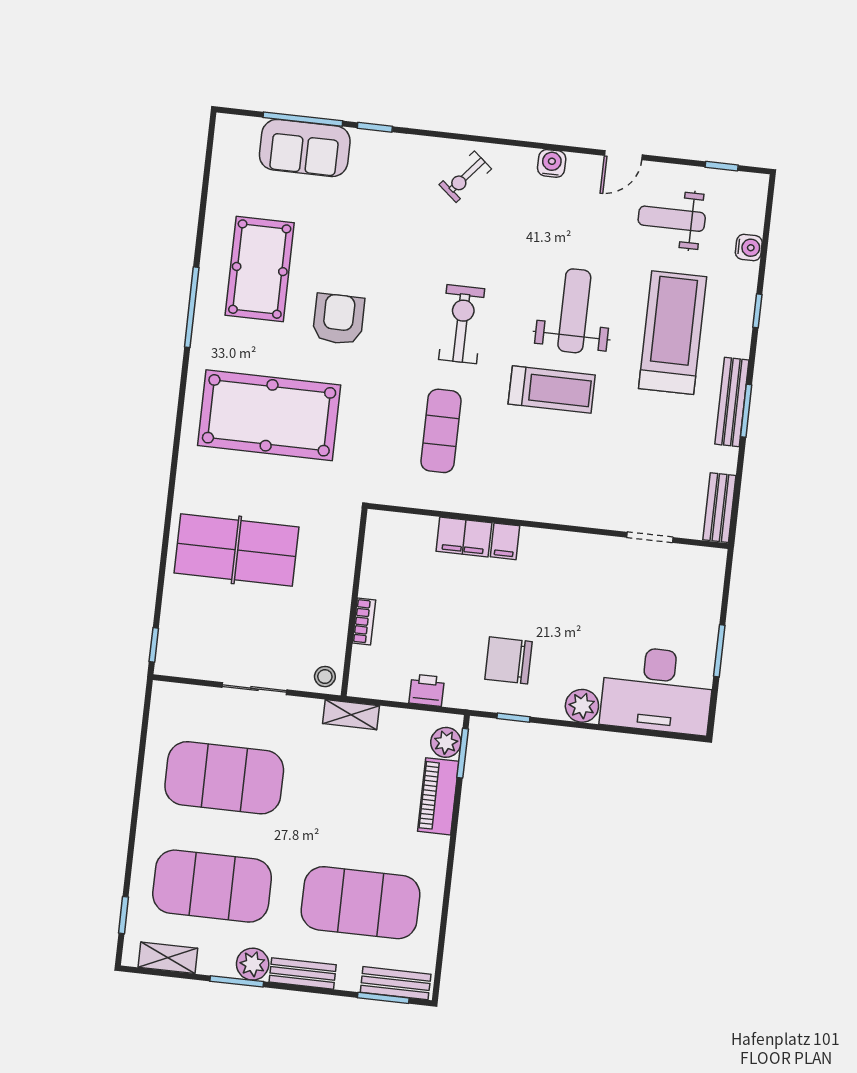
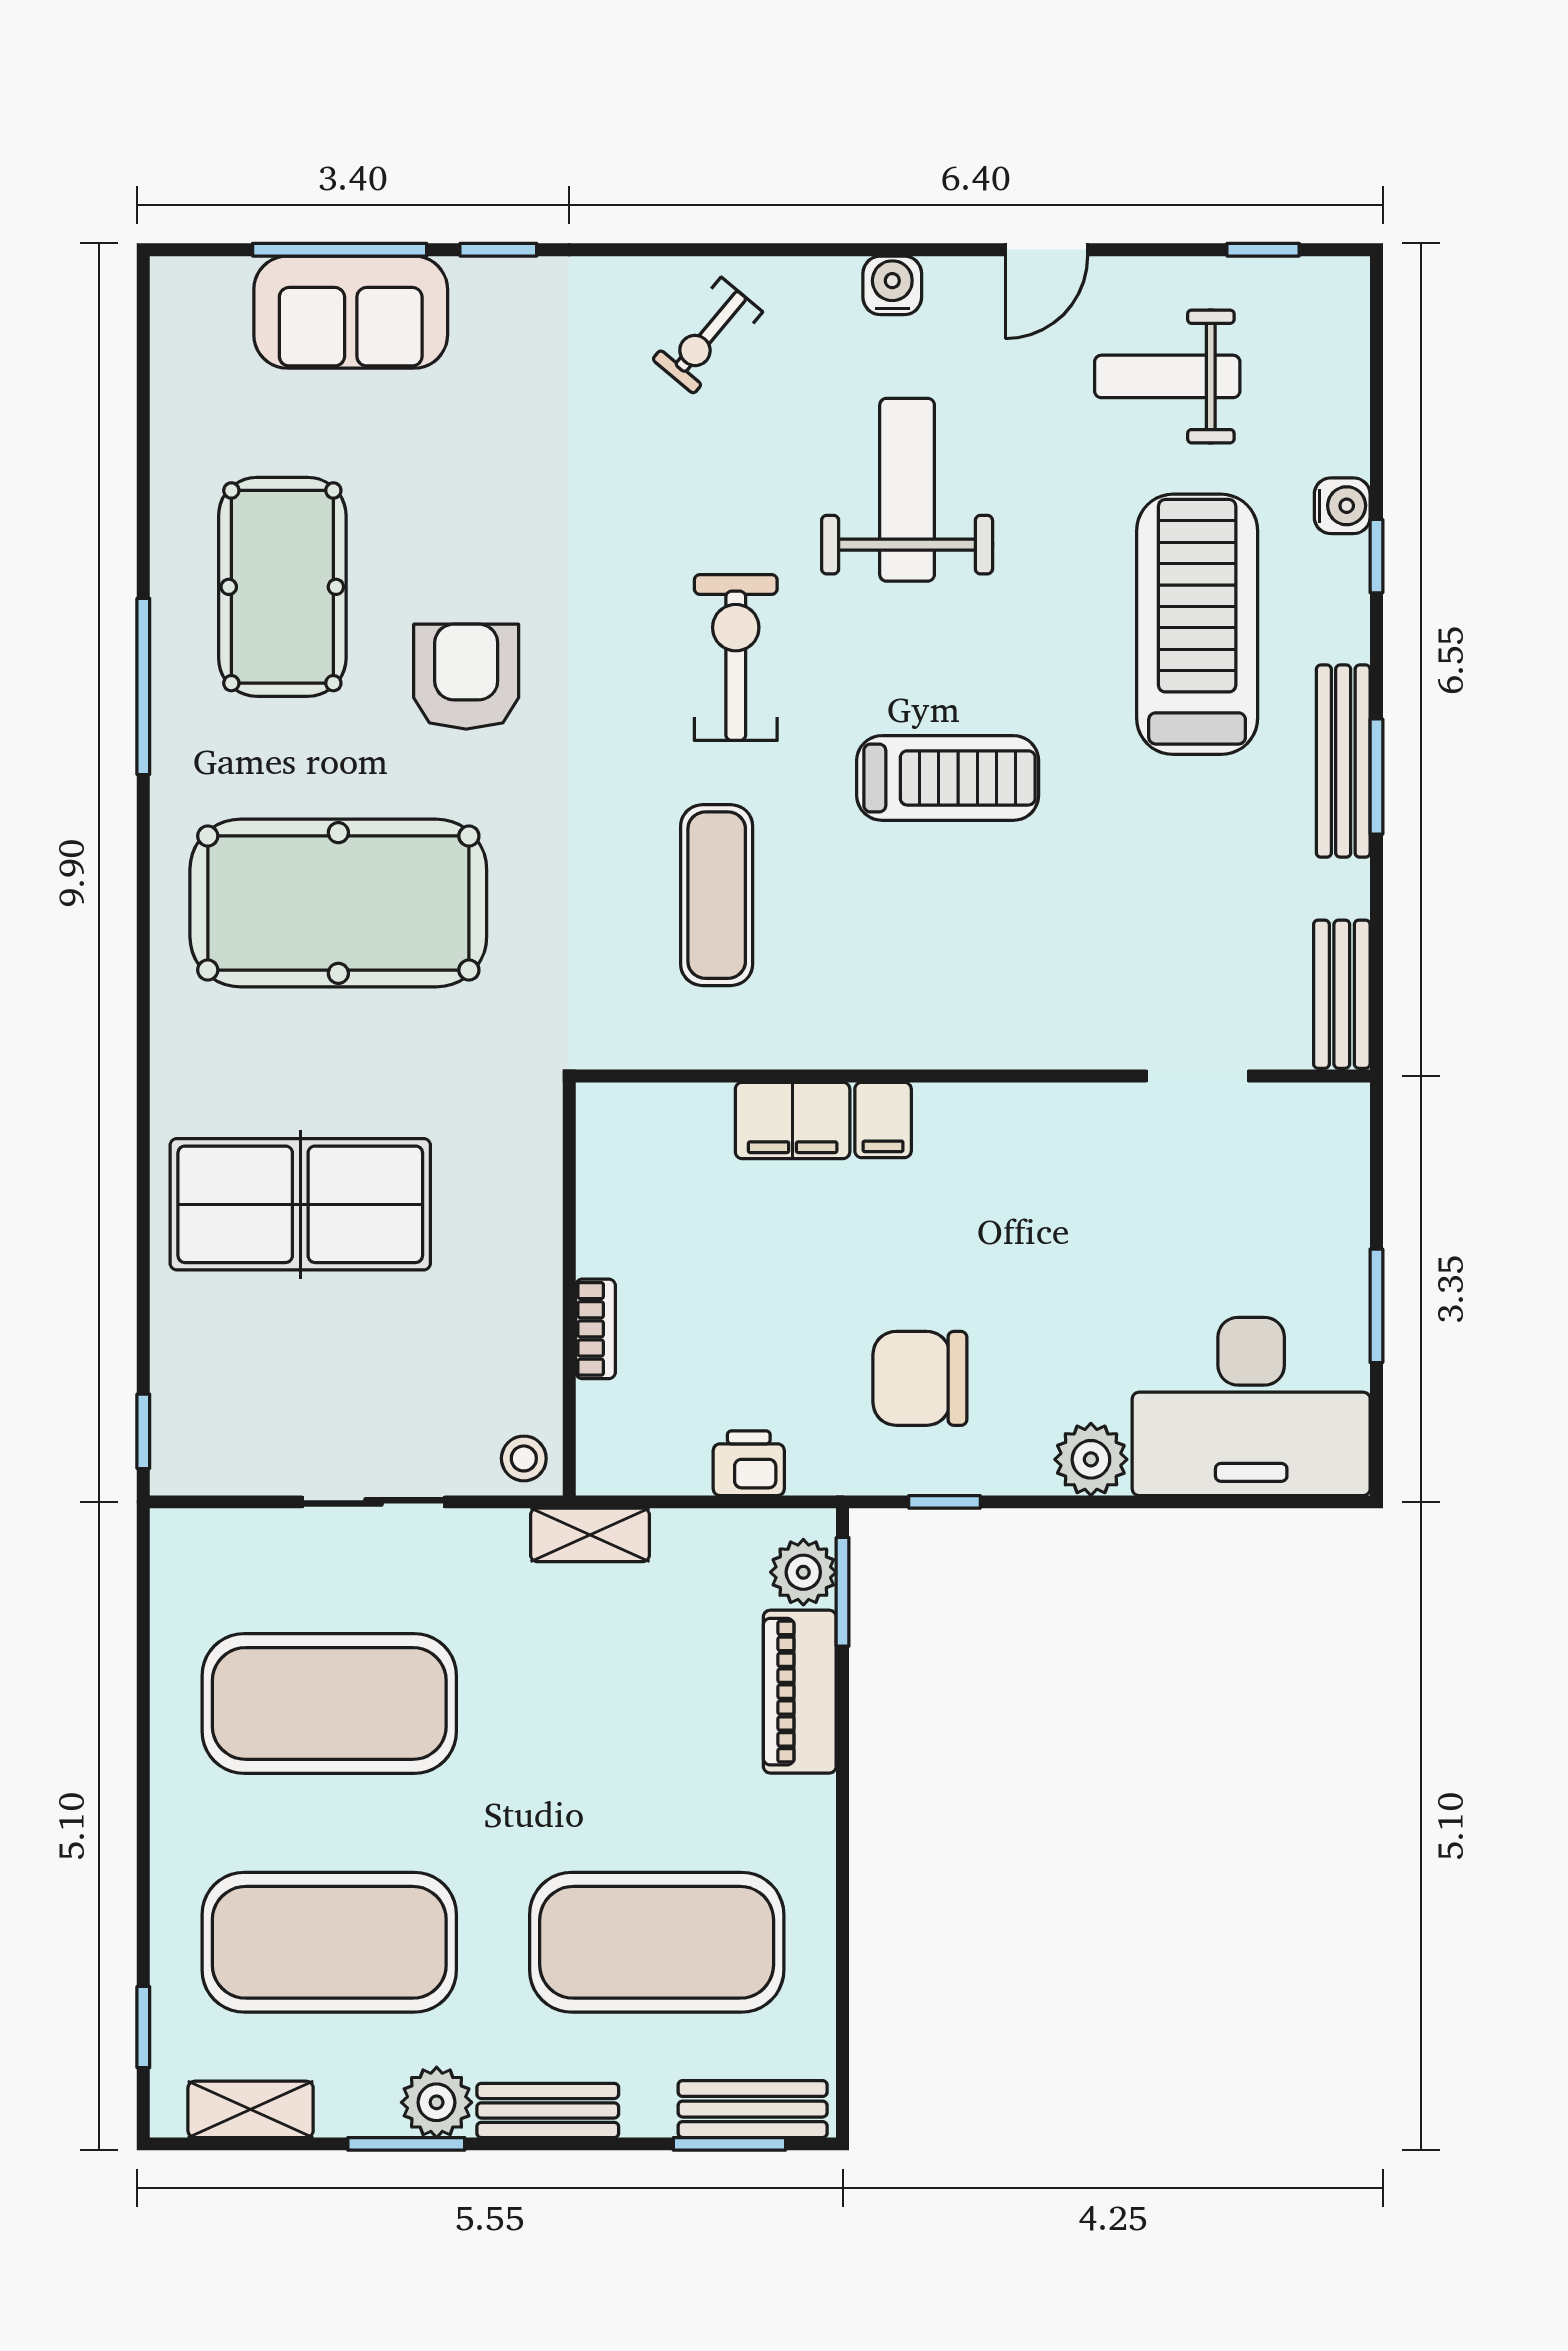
water cooler: (749, 248) -> (1342, 506), moved
weight bench: (574, 311) -> (907, 490), moved

